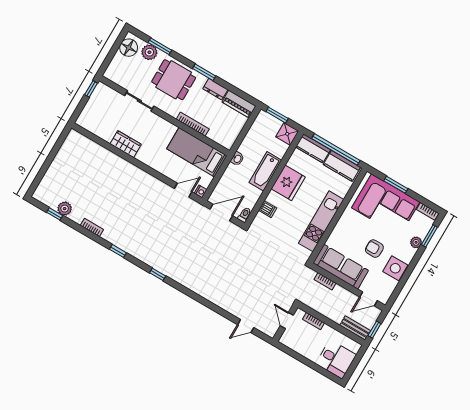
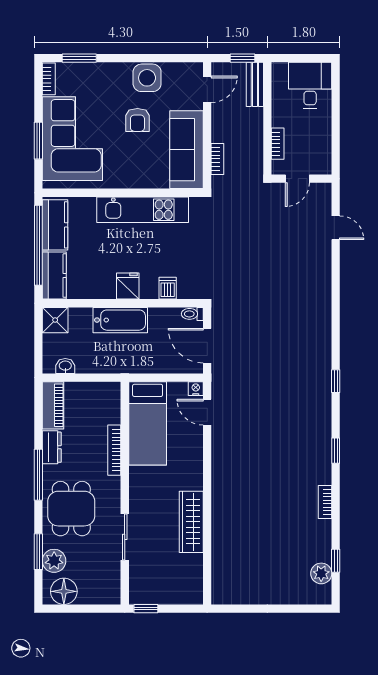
window: (204, 72) -> (38, 475), width x1.44
window: (277, 115) -> (38, 348), removed
wardrobe: (126, 144) -> (191, 522), width x1.50
washbasin: (237, 159) -> (65, 366), moved
fridge: (288, 183) -> (128, 286), width x0.53, depth x0.75
plant: (65, 209) -> (321, 573), moved
plant: (416, 242) -> (98, 71), removed
door: (369, 299) -> (207, 89), hinge flipped

